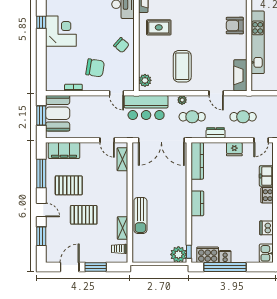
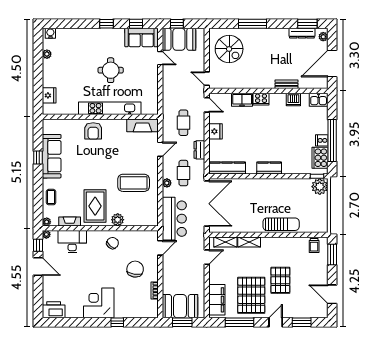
window: (41, 22) -> (117, 322), moved
rug: (159, 27) -> (95, 206), width x1.36, depth x1.43
plant: (145, 80) -> (118, 220), moved
pallet: (69, 185) -> (251, 295), width x1.37, depth x1.41
shelving: (123, 228) -> (249, 242), moved
window: (96, 267) -> (332, 254), moved

